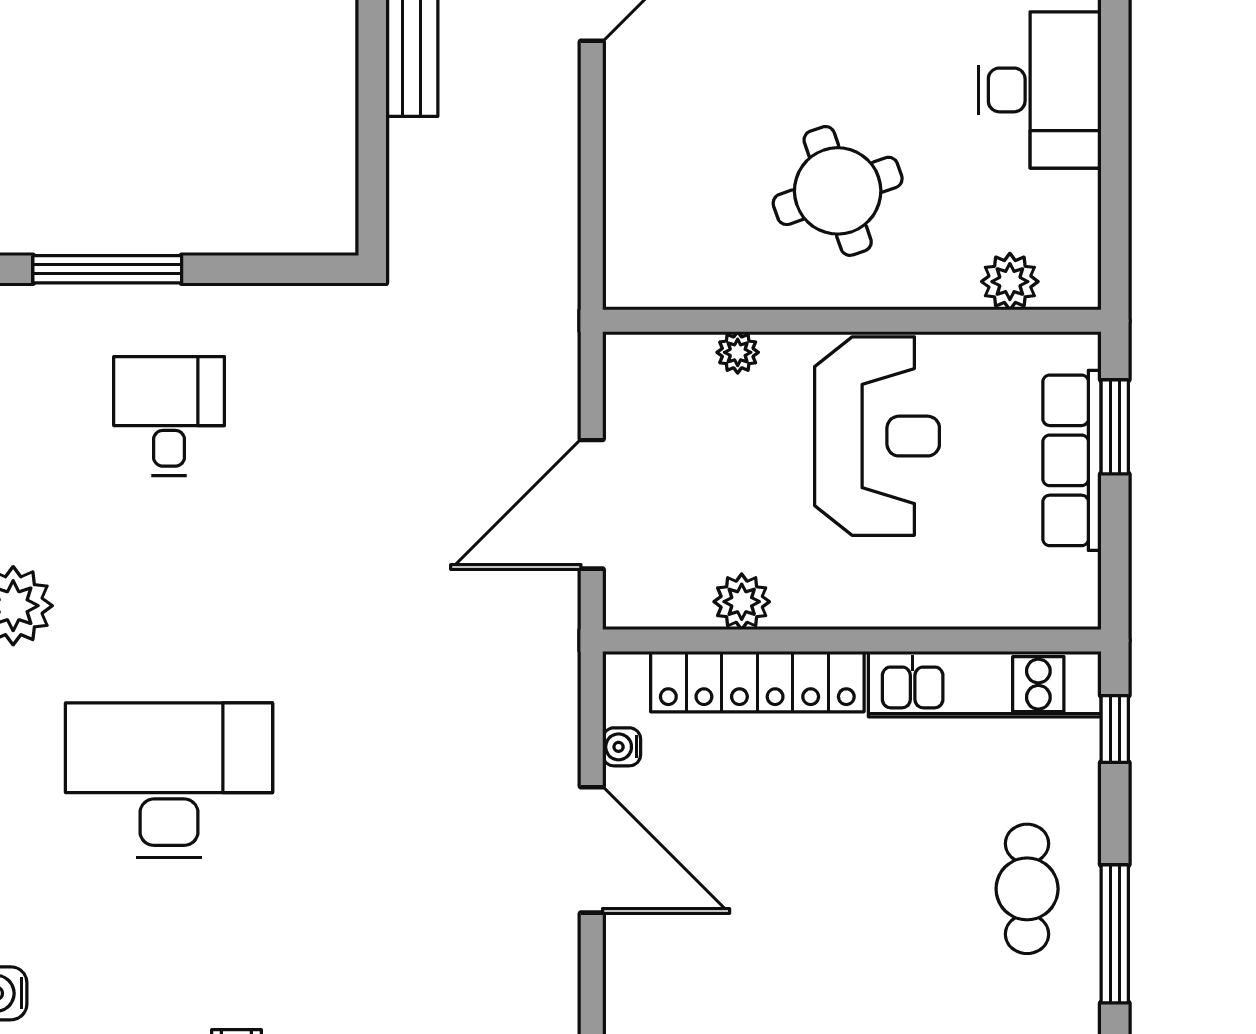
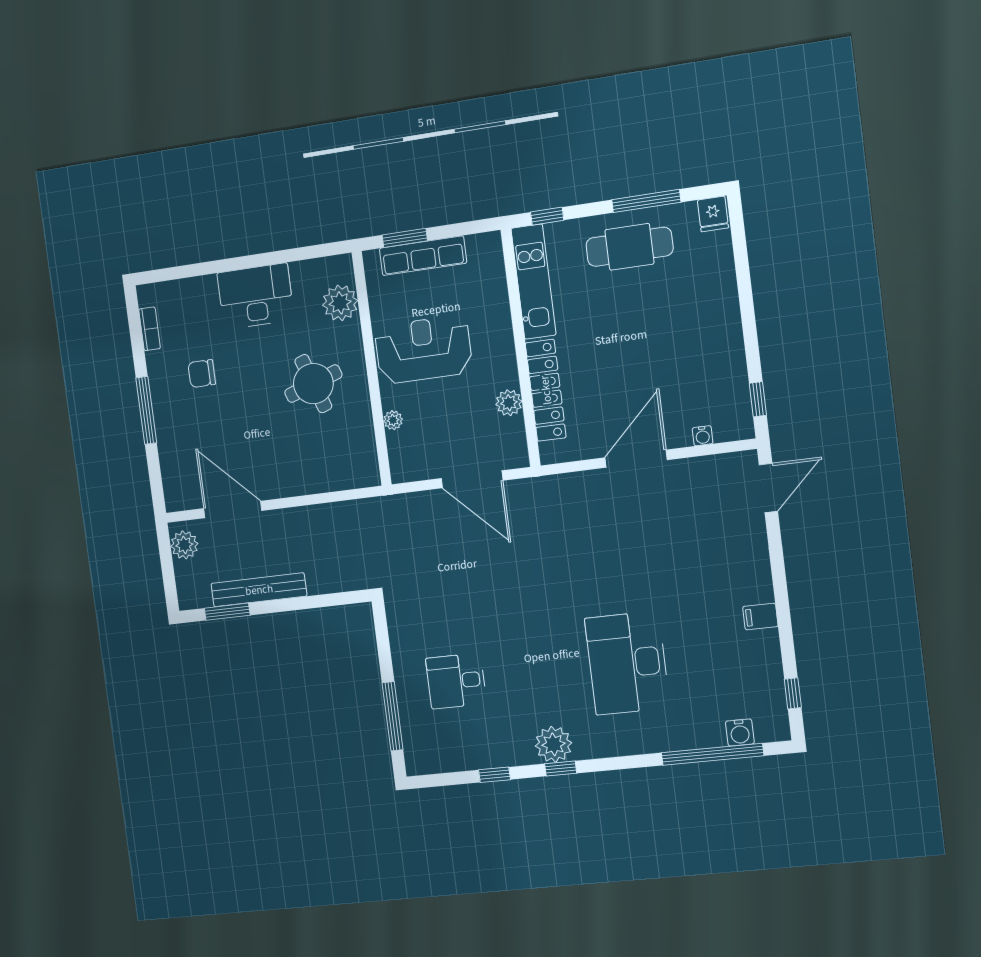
plant: (1010, 282) -> (340, 303), width x1.36, depth x1.36
water cooler: (622, 747) -> (703, 436), moved
cafe table: (1027, 889) -> (629, 247), width x1.37, depth x1.35

